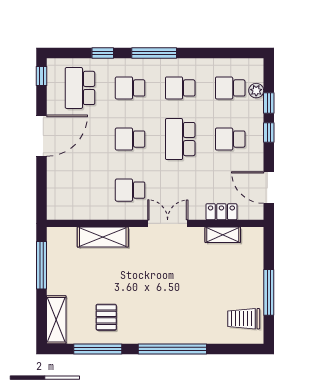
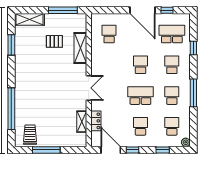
window: (154, 53) -> (193, 93), moved
window: (41, 76) -> (167, 10), moved
plant: (256, 91) -> (186, 142), moved
window: (269, 133) -> (132, 150), moved
door: (269, 187) -> (111, 150), hinge flipped
school desk: (130, 190) -> (109, 34), moved
pallet: (106, 317) -> (54, 41), moved
window: (98, 349) -> (11, 45), width x0.69
window: (172, 349) -> (11, 109), moved

